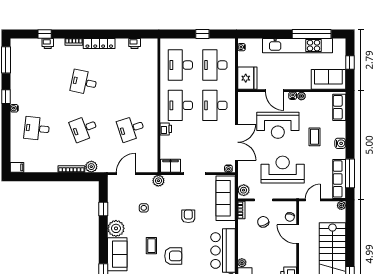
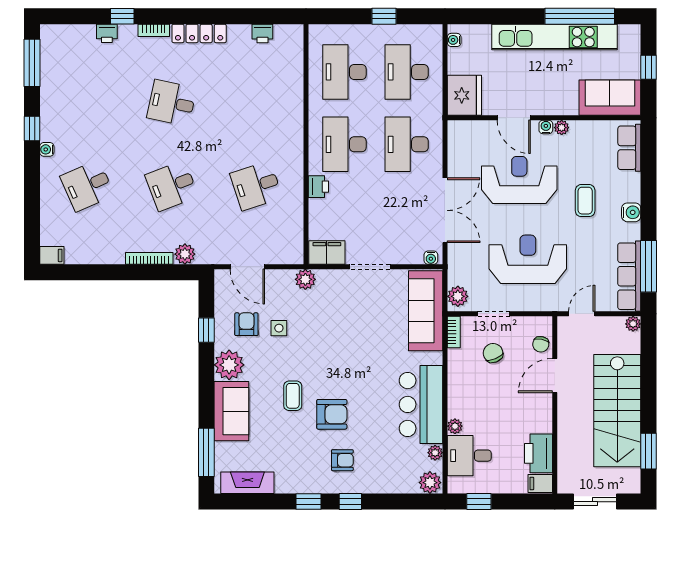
window: (45, 34) -> (122, 16), moved
reception desk: (278, 125) -> (519, 180), turned 180
desk: (37, 128) -> (87, 186), turned -30
door: (126, 174) -> (247, 267), swing flipped
armchair: (188, 216) -> (246, 324), moved
door: (298, 234) -> (555, 375), hinge flipped

